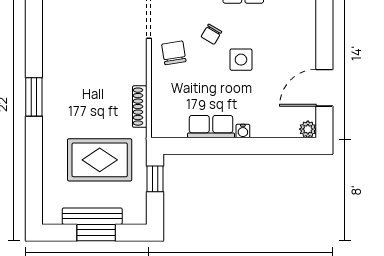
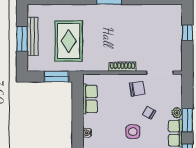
shoe rack: (140, 107) -> (122, 67), moved
row of seats: (211, 127) -> (90, 99), moved
window: (155, 179) -> (56, 77), width x1.50

